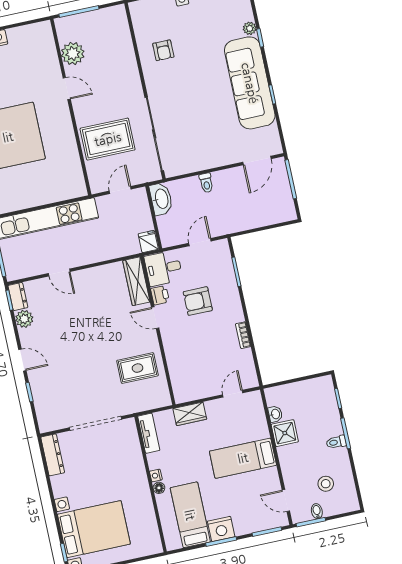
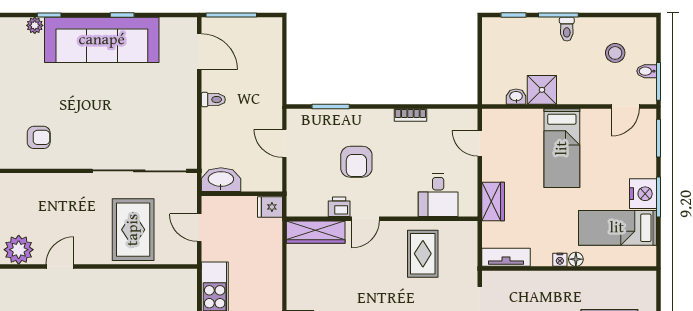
toilet: (206, 183) -> (213, 100), moved
desk: (163, 268) -> (438, 195), moved

